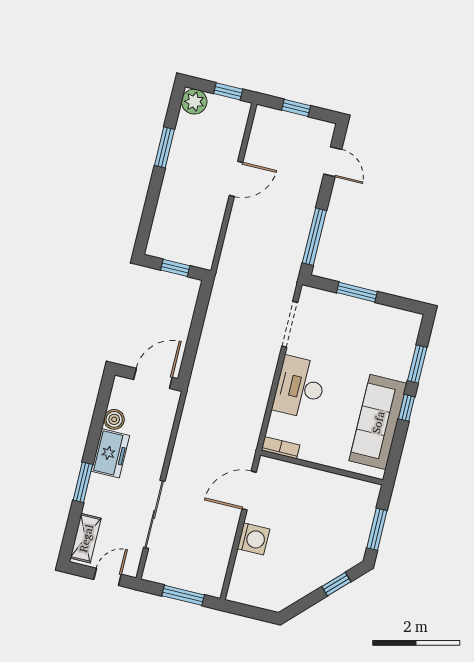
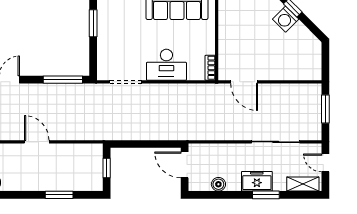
window: (165, 147) -> (59, 195), moved
window: (357, 292) -> (93, 23), moved
freezer: (110, 453) -> (257, 181), moved
washing machine: (254, 539) -> (286, 19), moved, turned -135

